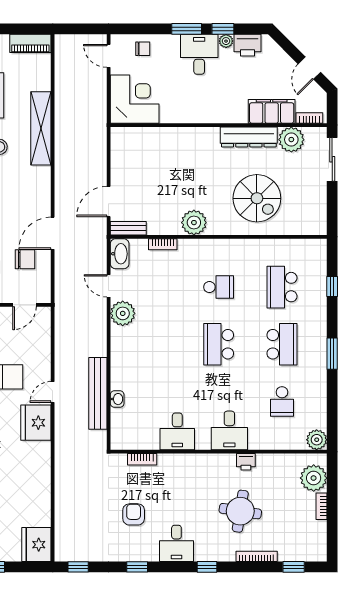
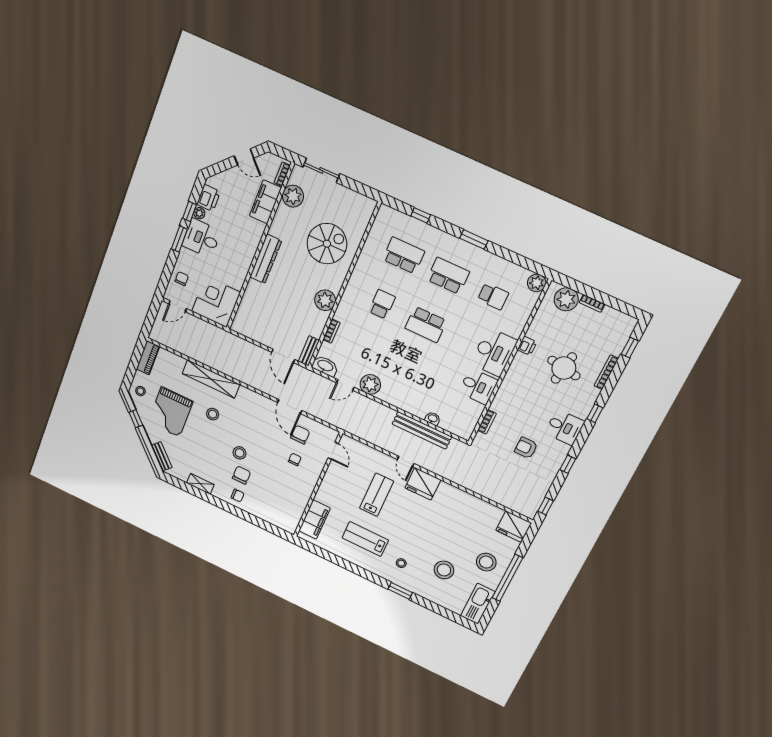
dresser: (249, 137) -> (266, 259), moved
school desk: (282, 287) -> (404, 255), turned 180
desk: (229, 430) -> (494, 352), width x1.37

